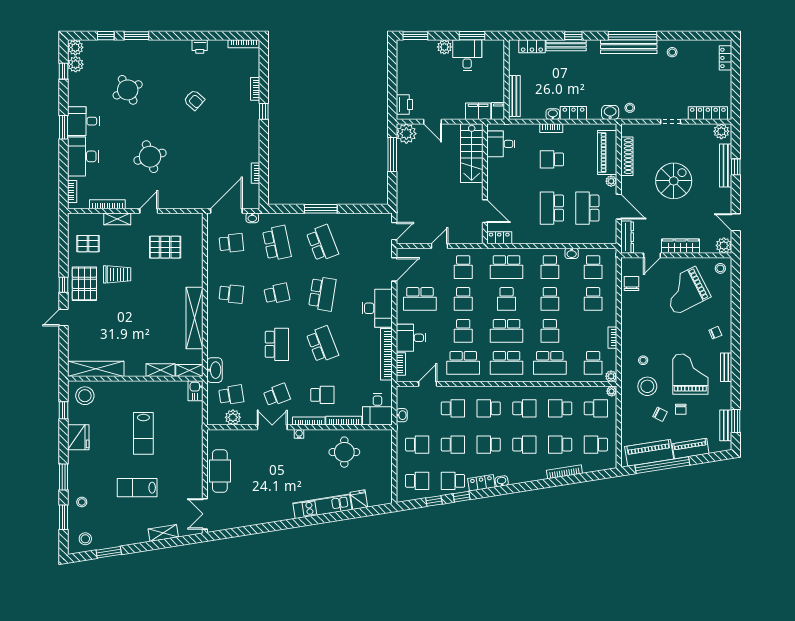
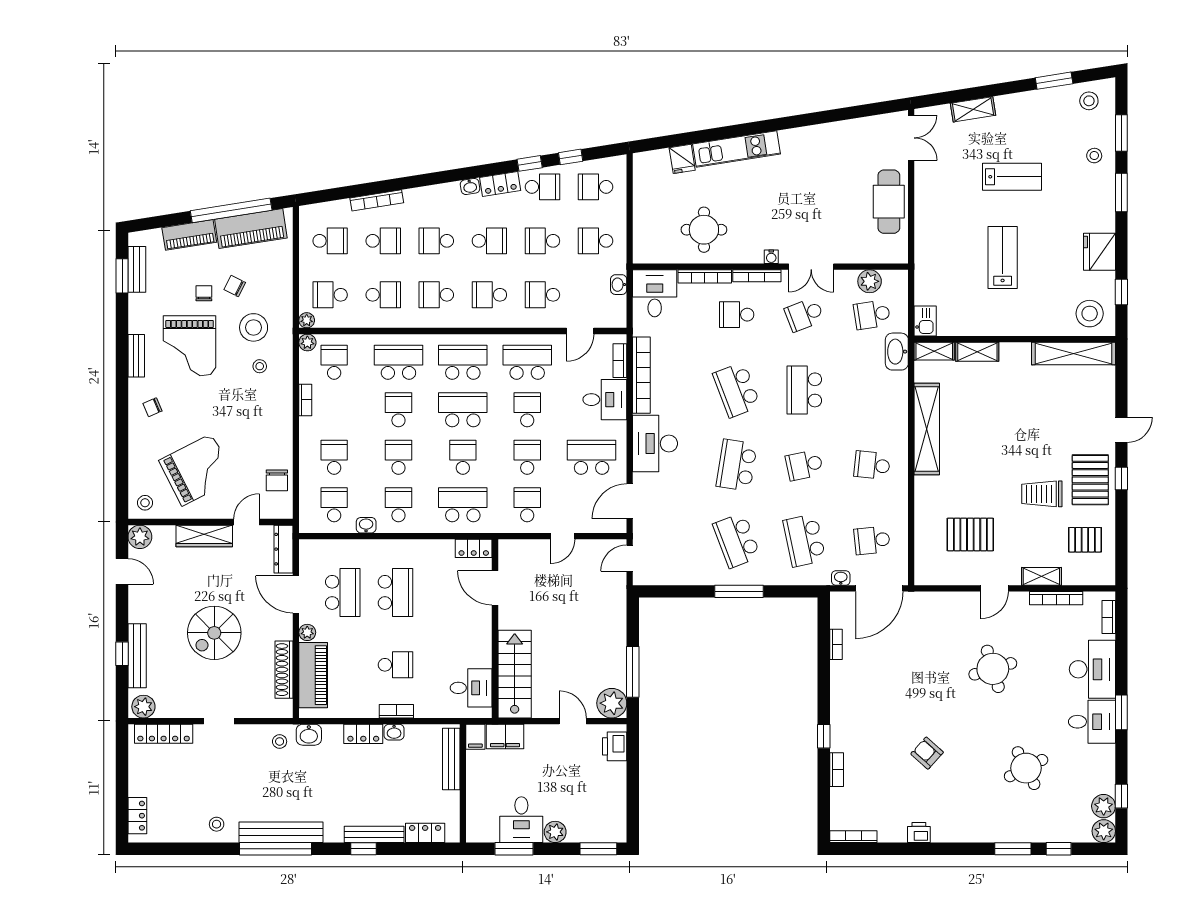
school desk: (489, 408) -> (489, 295), turned 180

